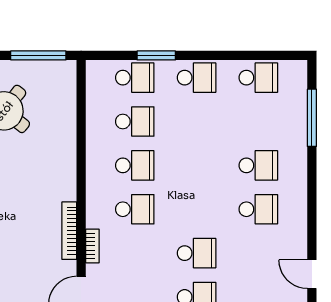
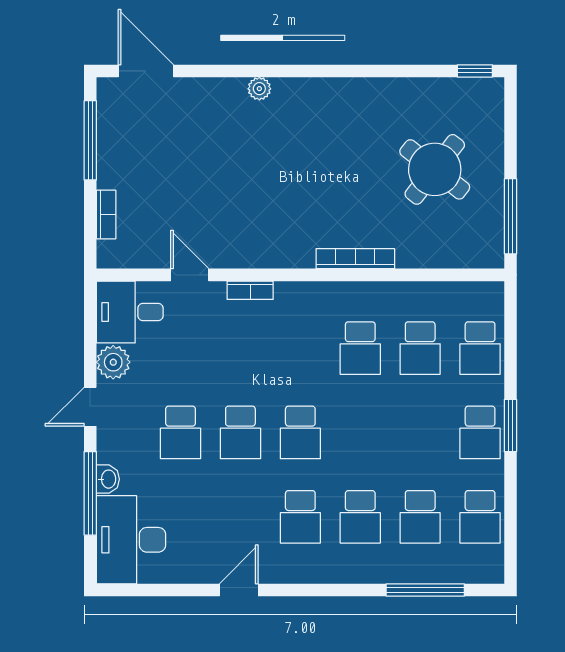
window: (156, 55) -> (510, 425), moved
school desk: (258, 122) -> (420, 517), added
school desk: (135, 209) -> (300, 432), moved
bookcase: (69, 231) -> (355, 259), moved
door: (312, 274) -> (239, 590), moved

